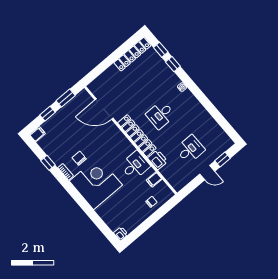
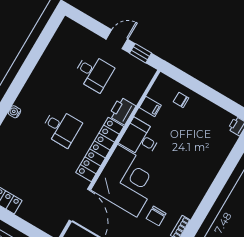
desk: (190, 149) -> (94, 73), turned 180
window: (223, 160) -> (141, 53), moved
door: (207, 173) -> (117, 39), hinge flipped
corner desk: (96, 183) -> (127, 181), moved, turned 180

